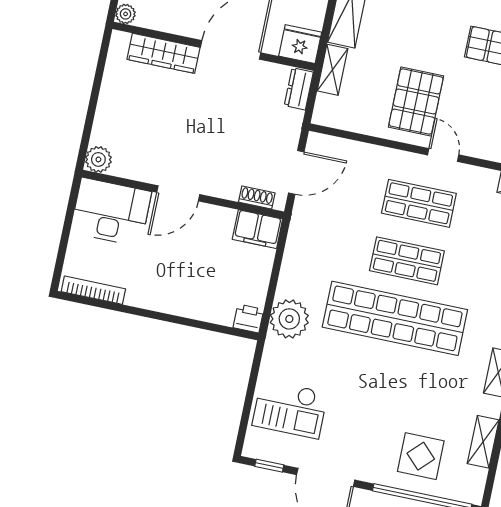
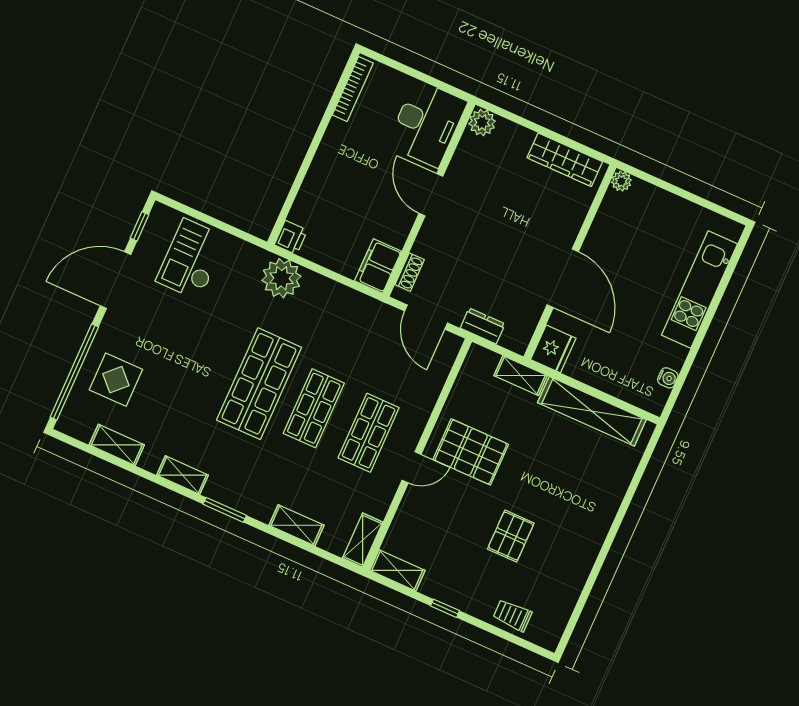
wardrobe: (164, 53) -> (565, 160), moved, turned -90
dresser: (299, 89) -> (483, 326), moved
shop shelf: (395, 318) -> (259, 384), width x0.71

